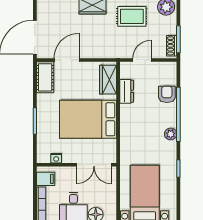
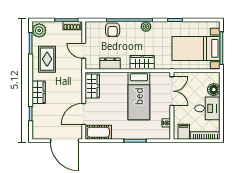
door: (67, 60) -> (84, 114), hinge flipped
wardrobe: (108, 80) -> (92, 86), moved, turned -90
armchair: (167, 94) -> (113, 30), turned -90
bed: (88, 119) -> (139, 96), width x0.67
wardrobe: (128, 129) -> (142, 62), added

